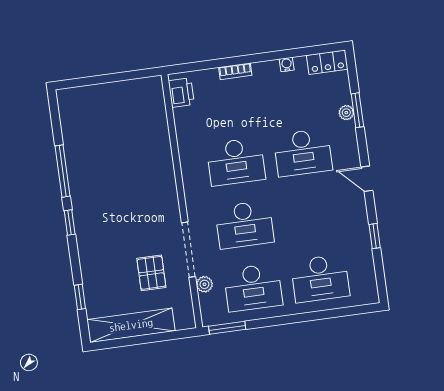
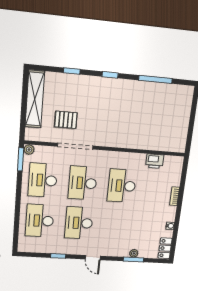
printer: (181, 93) -> (155, 161), moved
desk: (303, 153) -> (79, 223), moved
window: (63, 171) -> (155, 79), moved
door: (367, 179) -> (93, 258), swing flipped
plant: (204, 284) -> (29, 150), moved
window: (80, 297) -> (72, 71), moved

